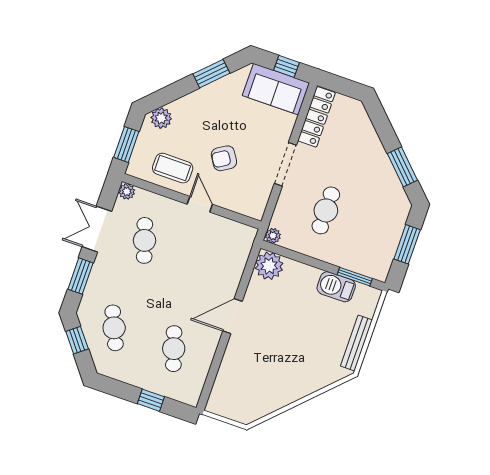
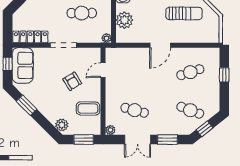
coffee table: (173, 168) -> (88, 109), turned 90
door: (200, 204) -> (103, 70), moved
cafe table: (144, 240) -> (135, 110), turned 33
plant: (269, 266) -> (124, 20), moved
door: (233, 316) -> (160, 45), hinge flipped
cafe table: (114, 328) -> (190, 110), turned 45
sun lounger: (269, 371) -> (184, 14), added

